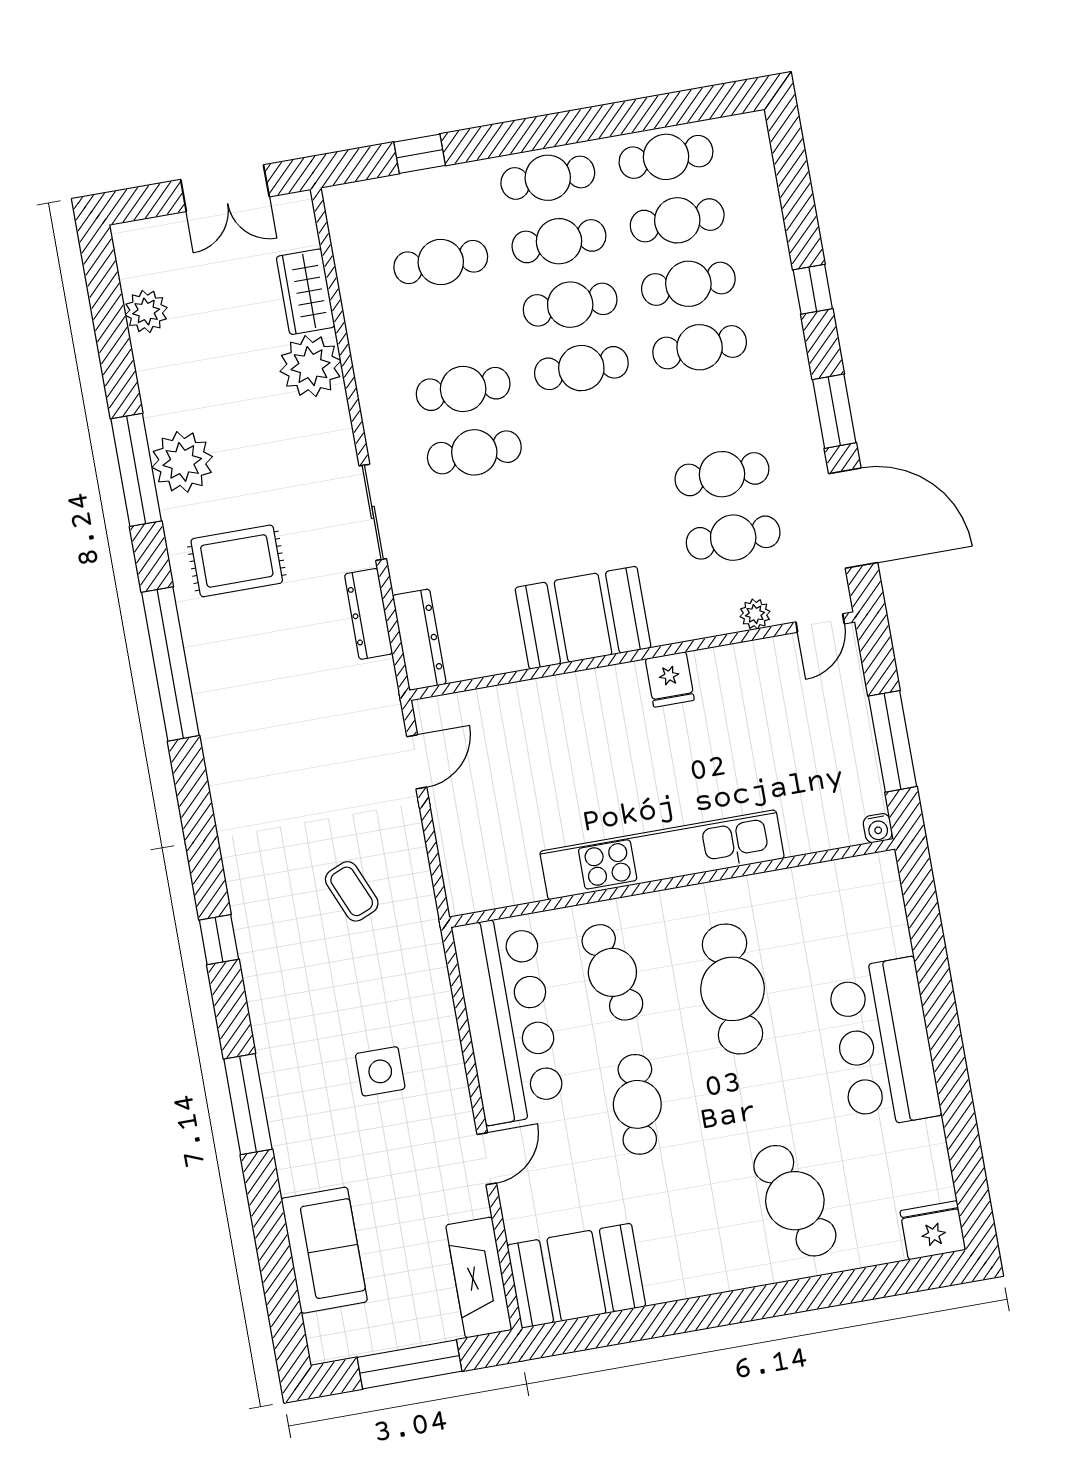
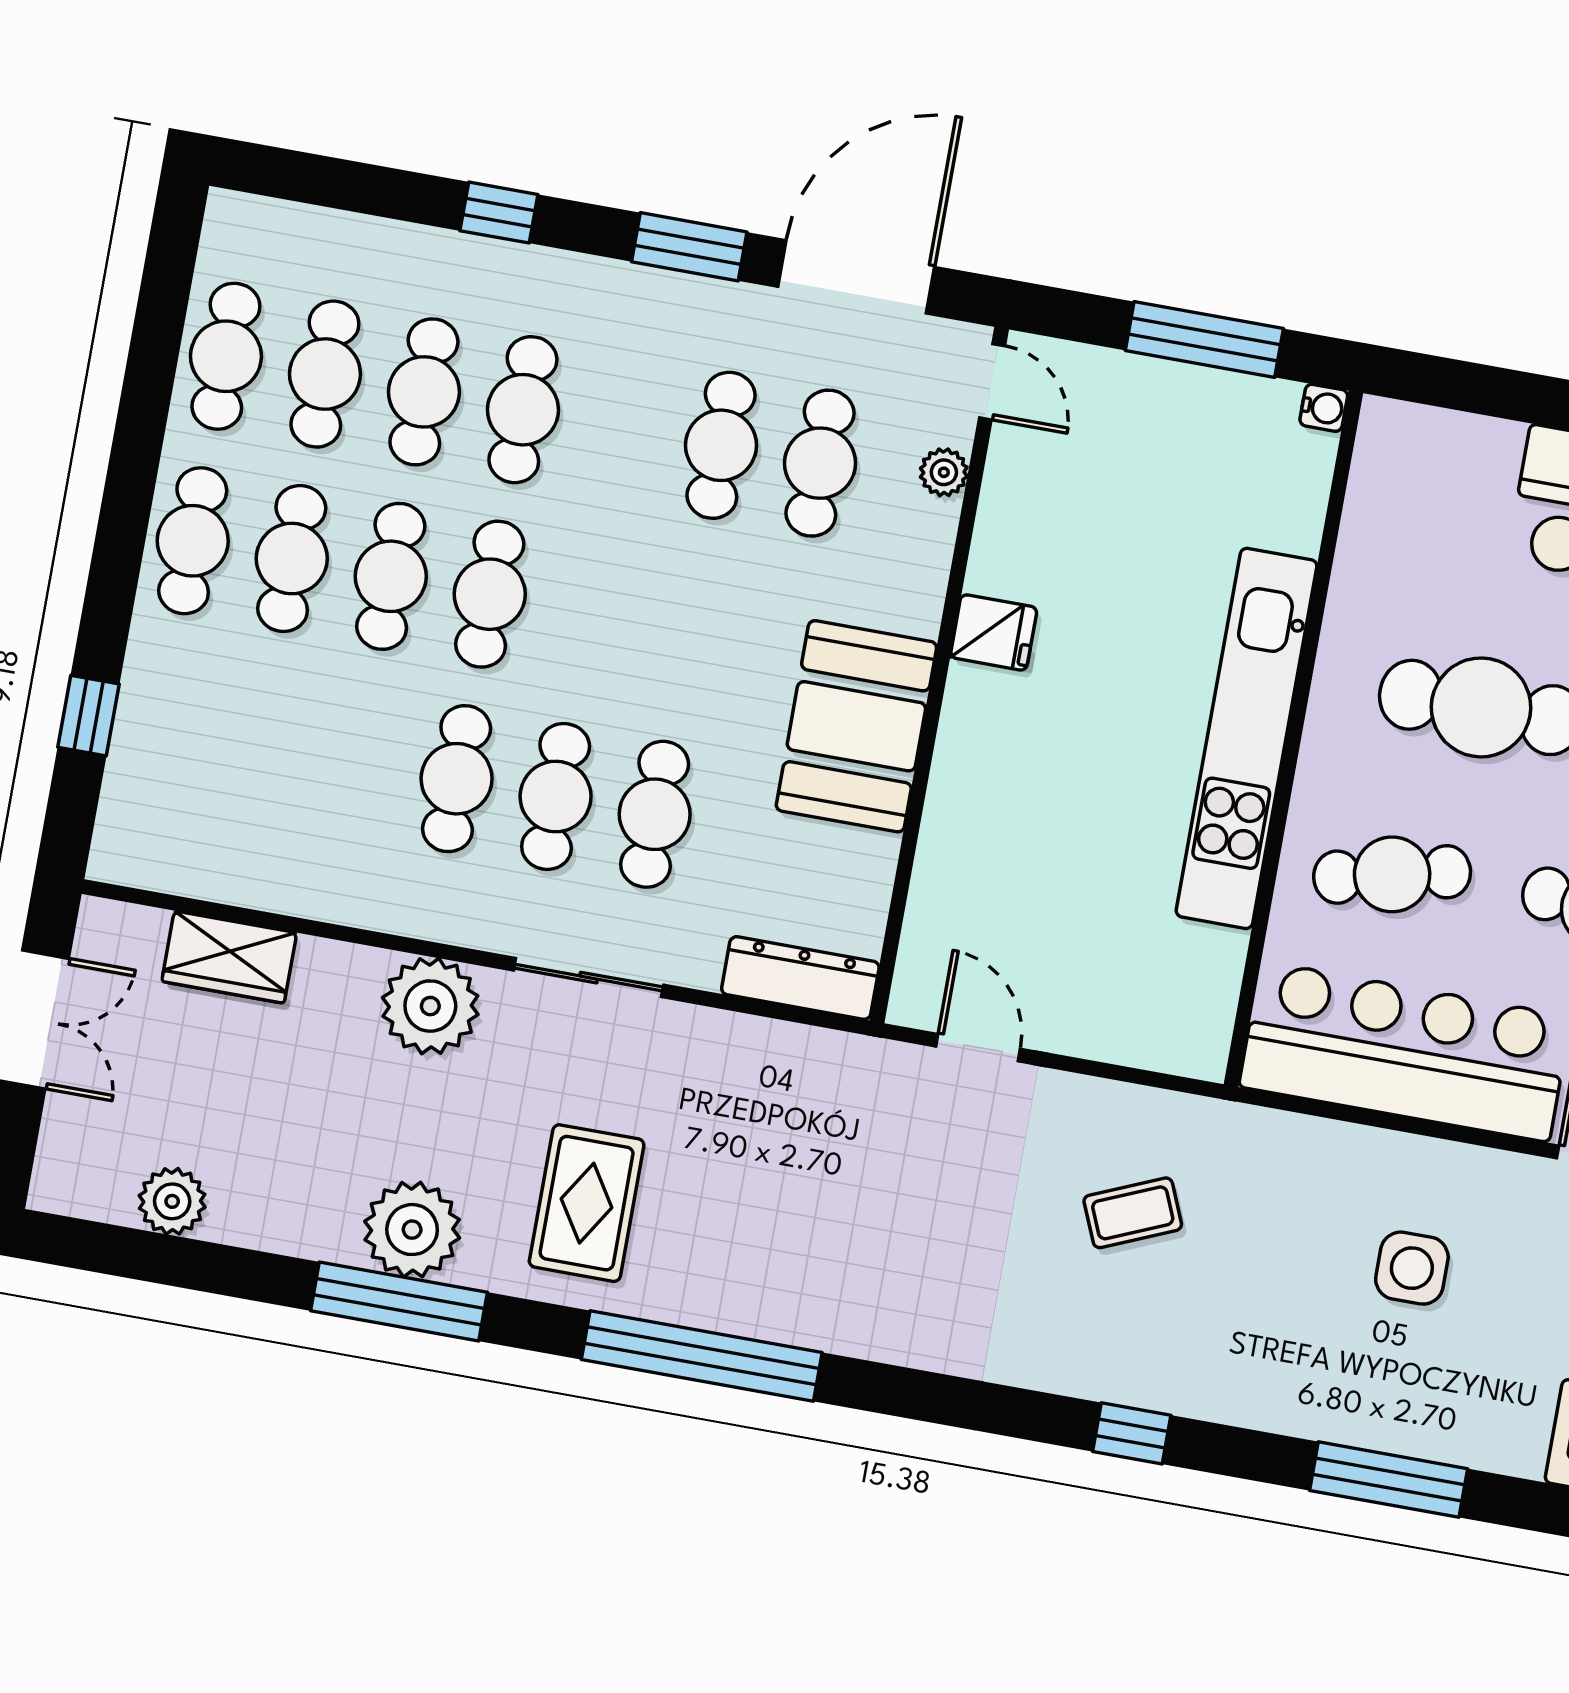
cafe table: (441, 262) -> (655, 814), moved
plant: (311, 366) -> (430, 1006), moved
dresser: (369, 614) -> (735, 1039), removed

